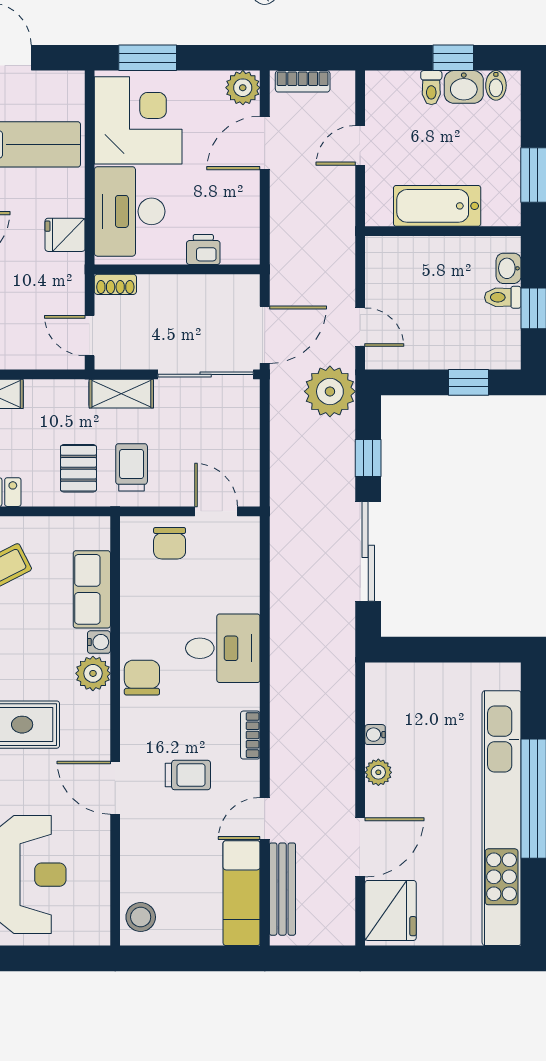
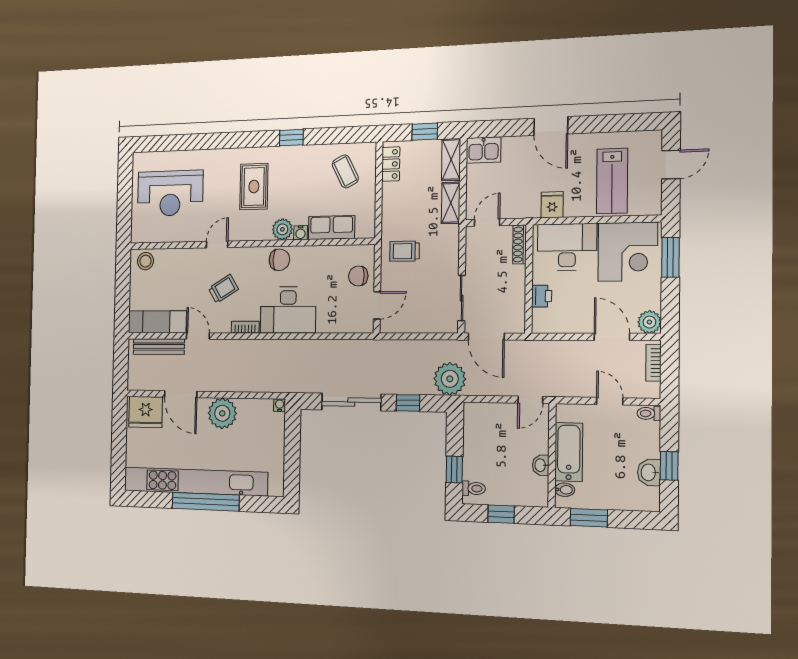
bidet: (496, 85) -> (565, 490), moved, turned 180
toilet: (431, 88) -> (649, 413), moved
washbasin: (509, 268) -> (541, 465), moved, turned -90
shoe rack: (115, 284) -> (520, 244), width x1.43
toilet: (503, 297) -> (474, 488), moved, turned 90
door: (360, 327) -> (530, 400), moved
sliding door: (206, 374) -> (462, 298), width x0.73
shelving: (121, 394) -> (451, 203), moved
trolley: (132, 467) -> (405, 251), turned 180
pallet: (78, 468) -> (404, 217), removed
desk: (223, 648) -> (288, 310), width x1.37
water cooler: (375, 735) -> (280, 405), moved
plant: (378, 772) -> (222, 413), width x1.88, depth x1.88
trolley: (188, 775) -> (223, 289), turned -121
door: (115, 788) -> (217, 244), width x0.73

